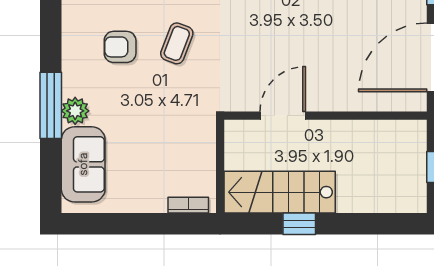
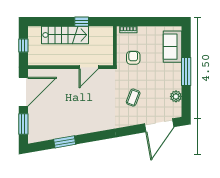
armchair: (120, 47) -> (133, 58), moved, turned -90
plant: (75, 111) -> (176, 96), moved
stairs: (280, 192) -> (65, 35), moved

